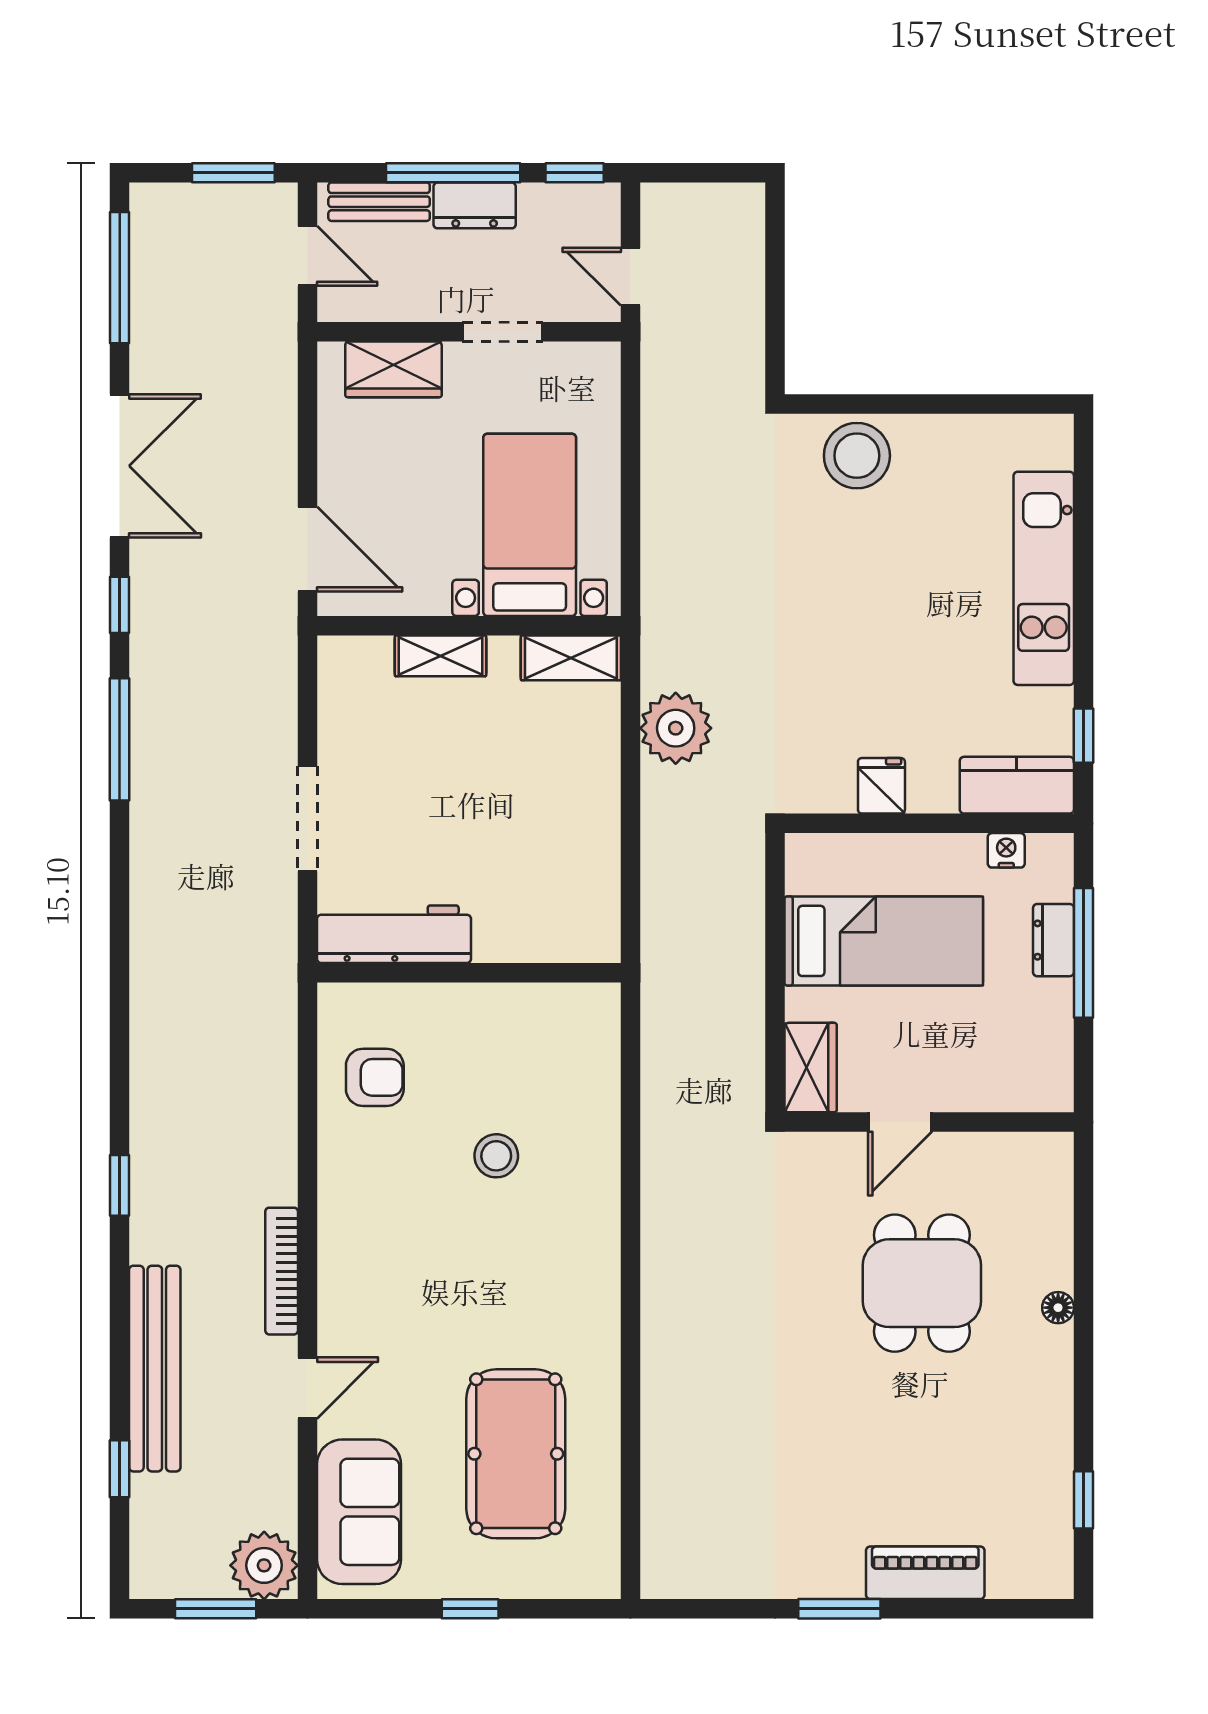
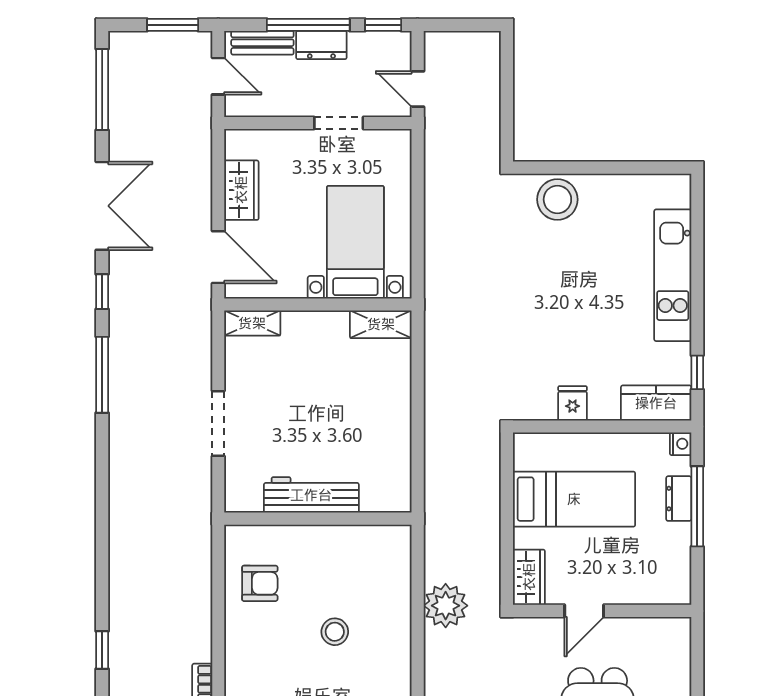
wardrobe: (393, 369) -> (241, 190), moved, turned -90
shelving: (441, 656) -> (252, 323), moved
plant: (676, 728) -> (446, 606), moved
nightstand: (1006, 850) -> (681, 444), moved, turned 90
workbench: (394, 934) -> (311, 495), moved

